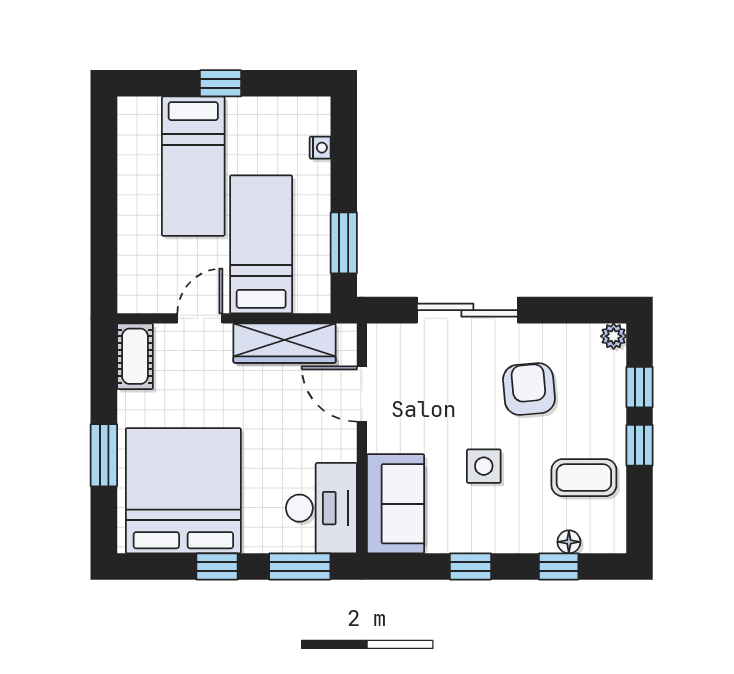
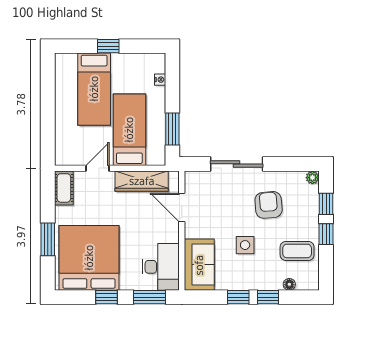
window: (559, 566) -> (268, 297), moved

